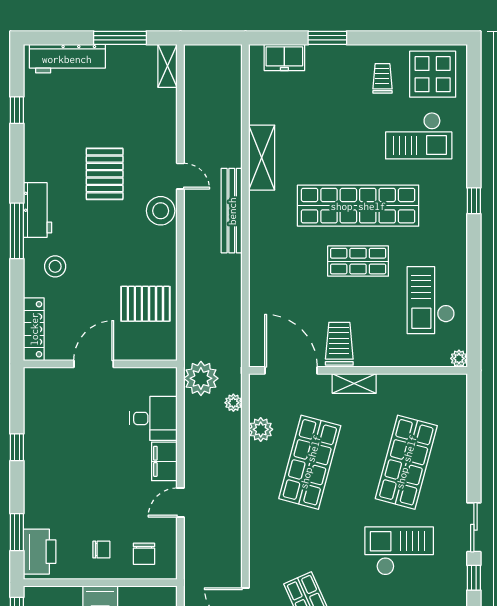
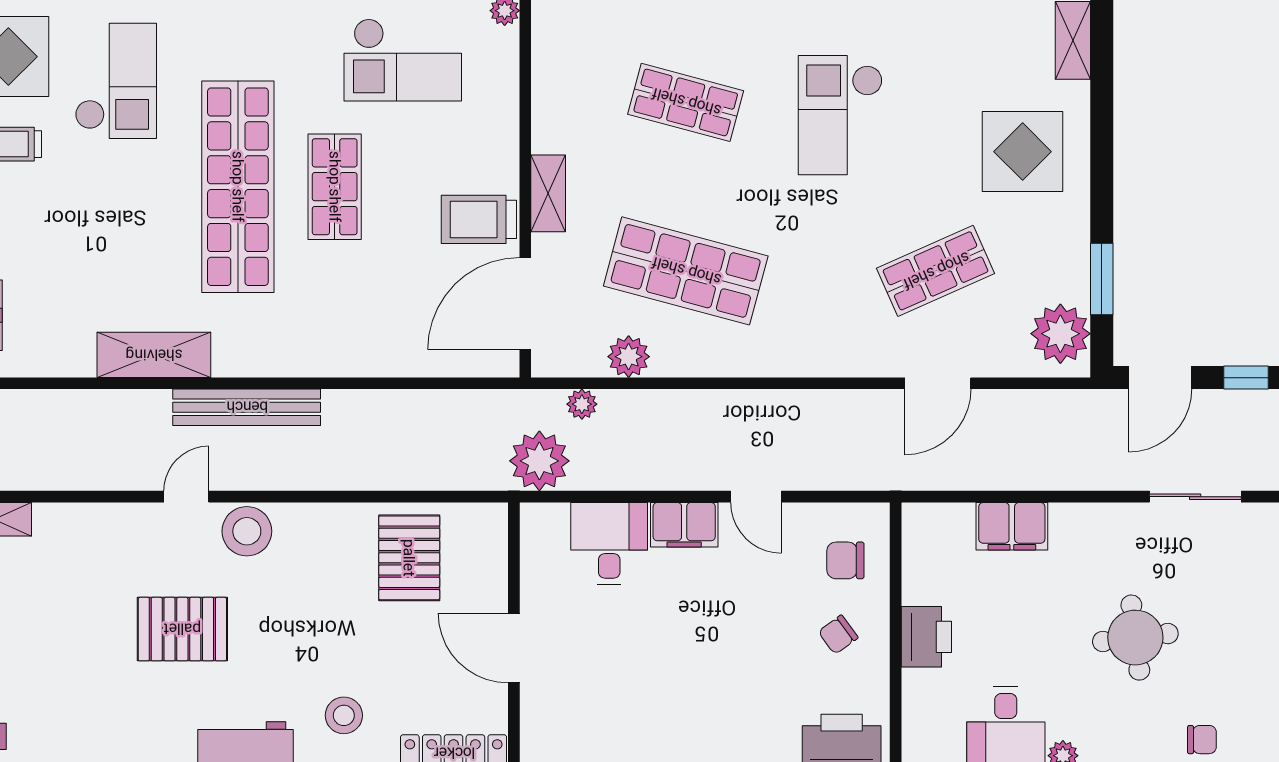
shop shelf: (406, 462) -> (686, 102), width x0.70, depth x0.74
chair: (101, 550) -> (838, 635), turned -126
chair: (144, 554) -> (845, 560), turned 180

